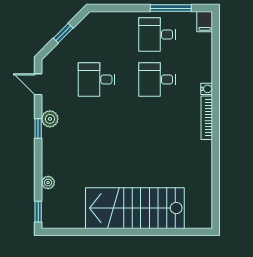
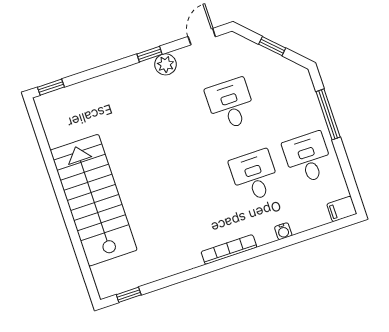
window: (171, 8) -> (328, 114), moved
water cooler: (207, 89) -> (283, 231), moved
plant: (48, 183) -> (89, 87), removed
window: (216, 205) -> (129, 295), added

